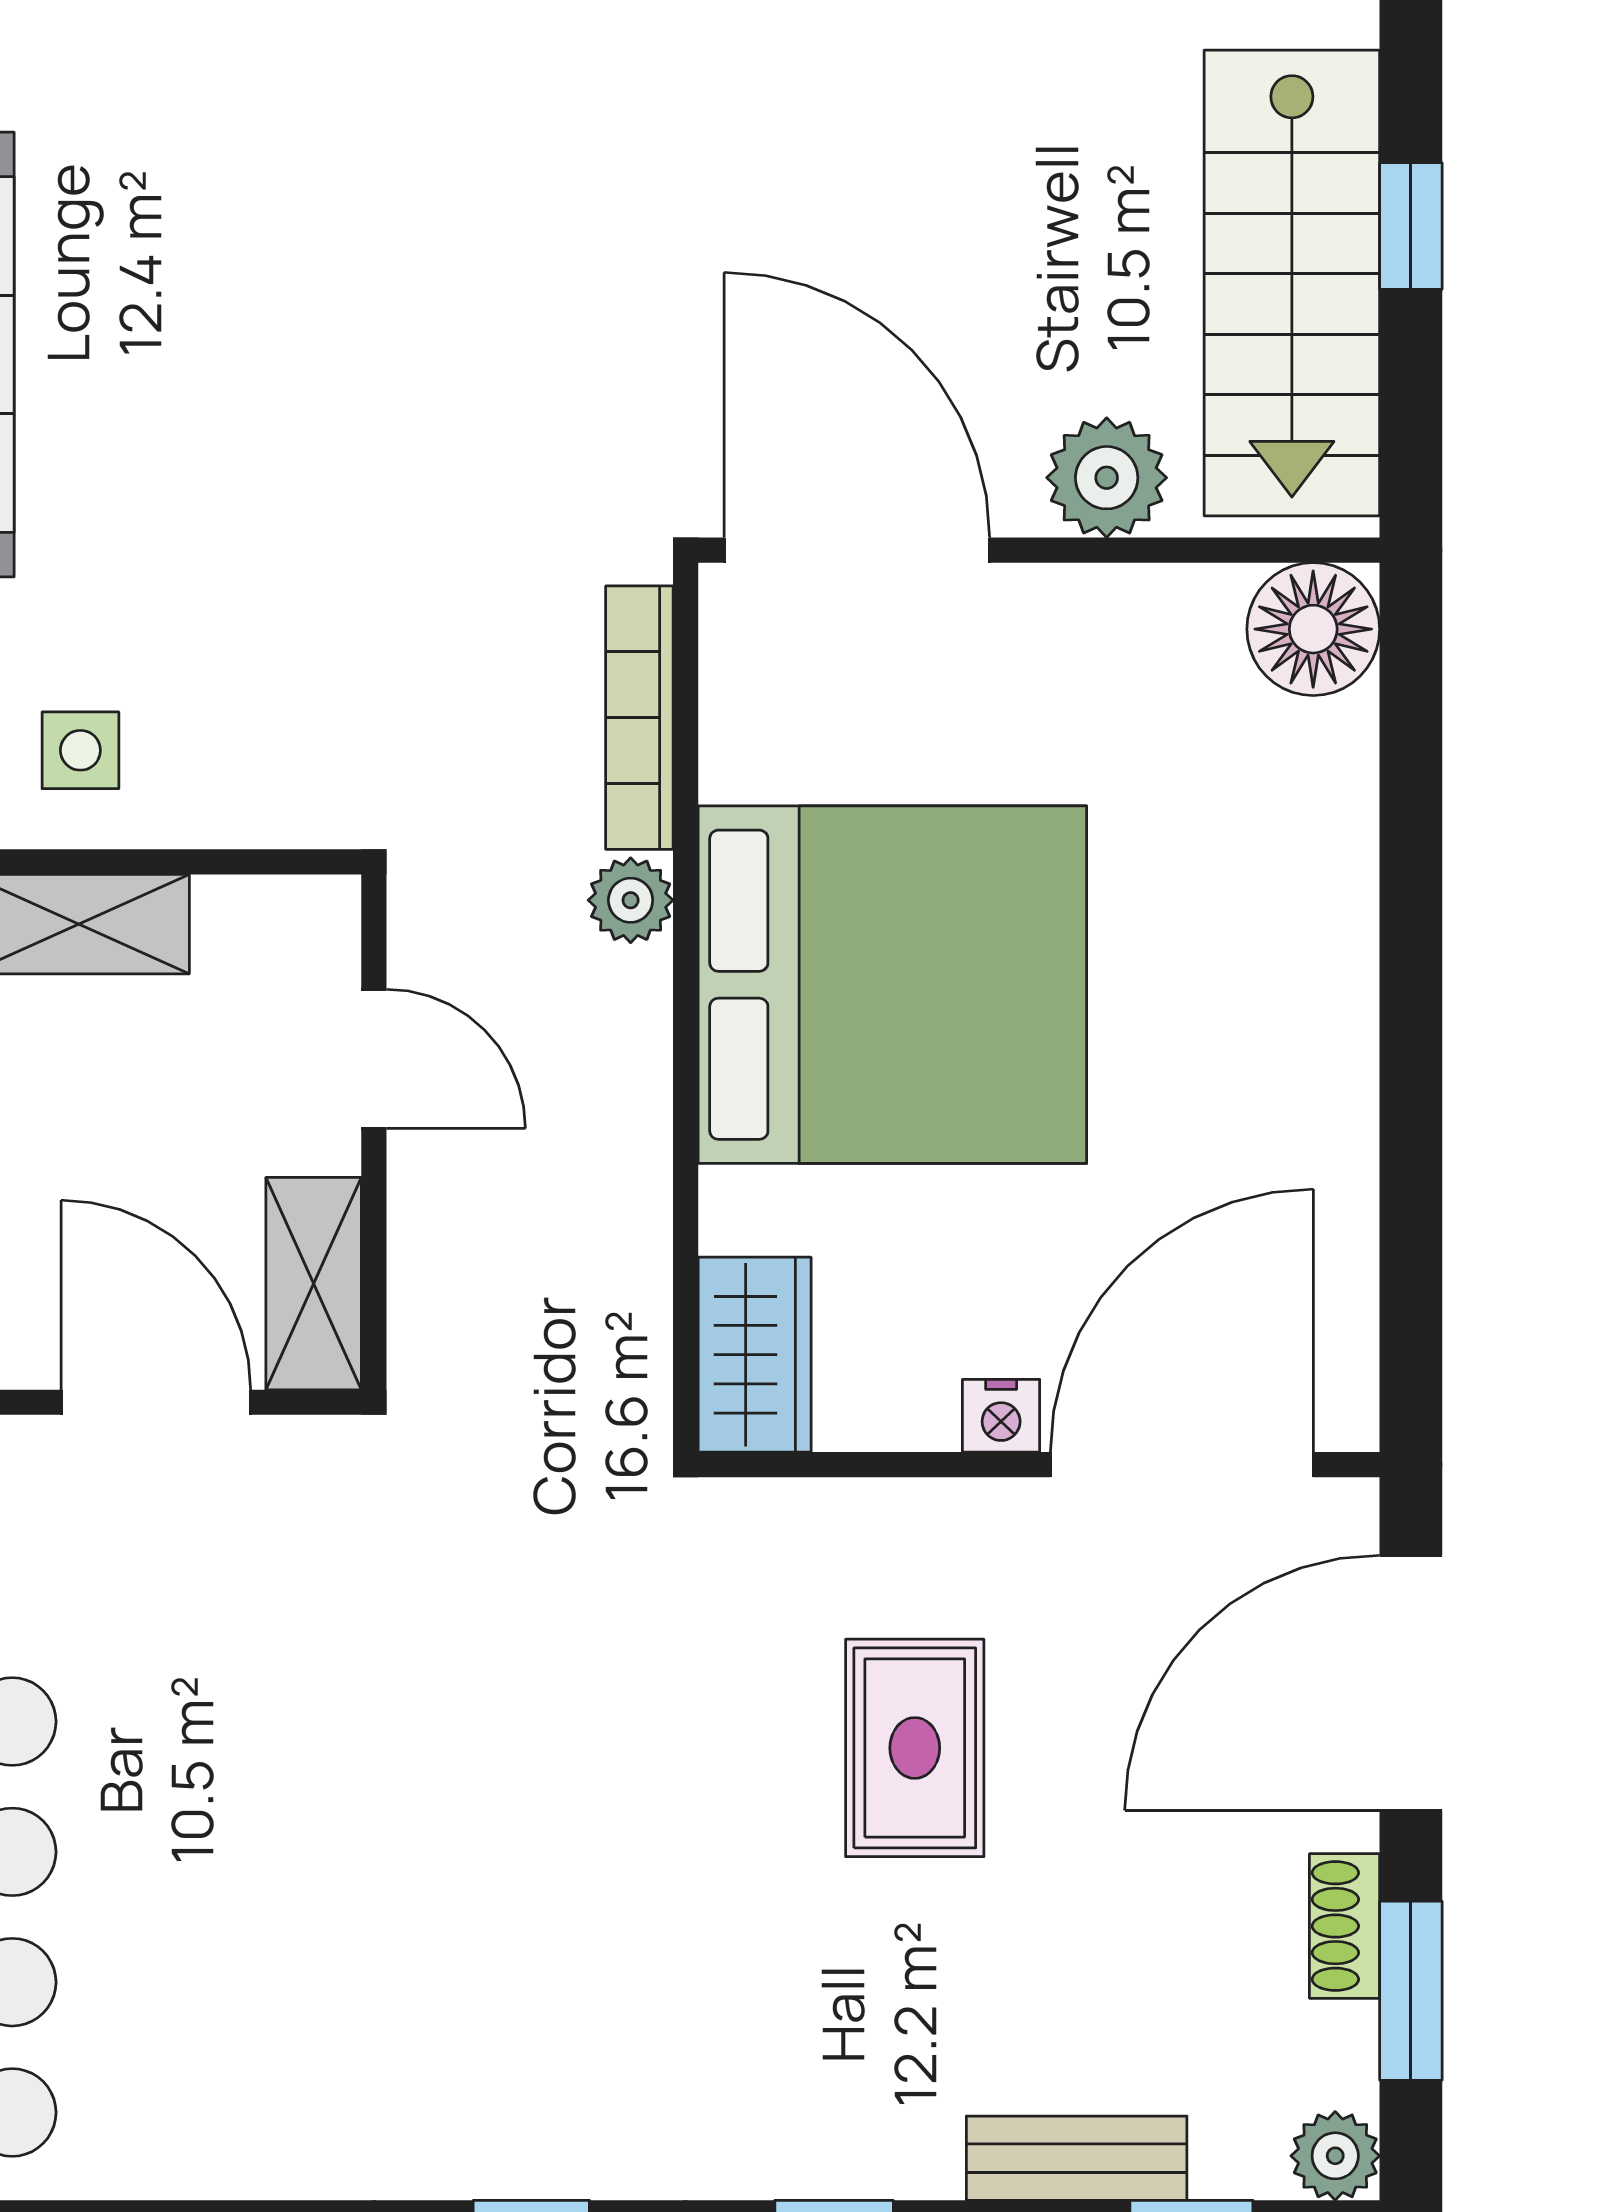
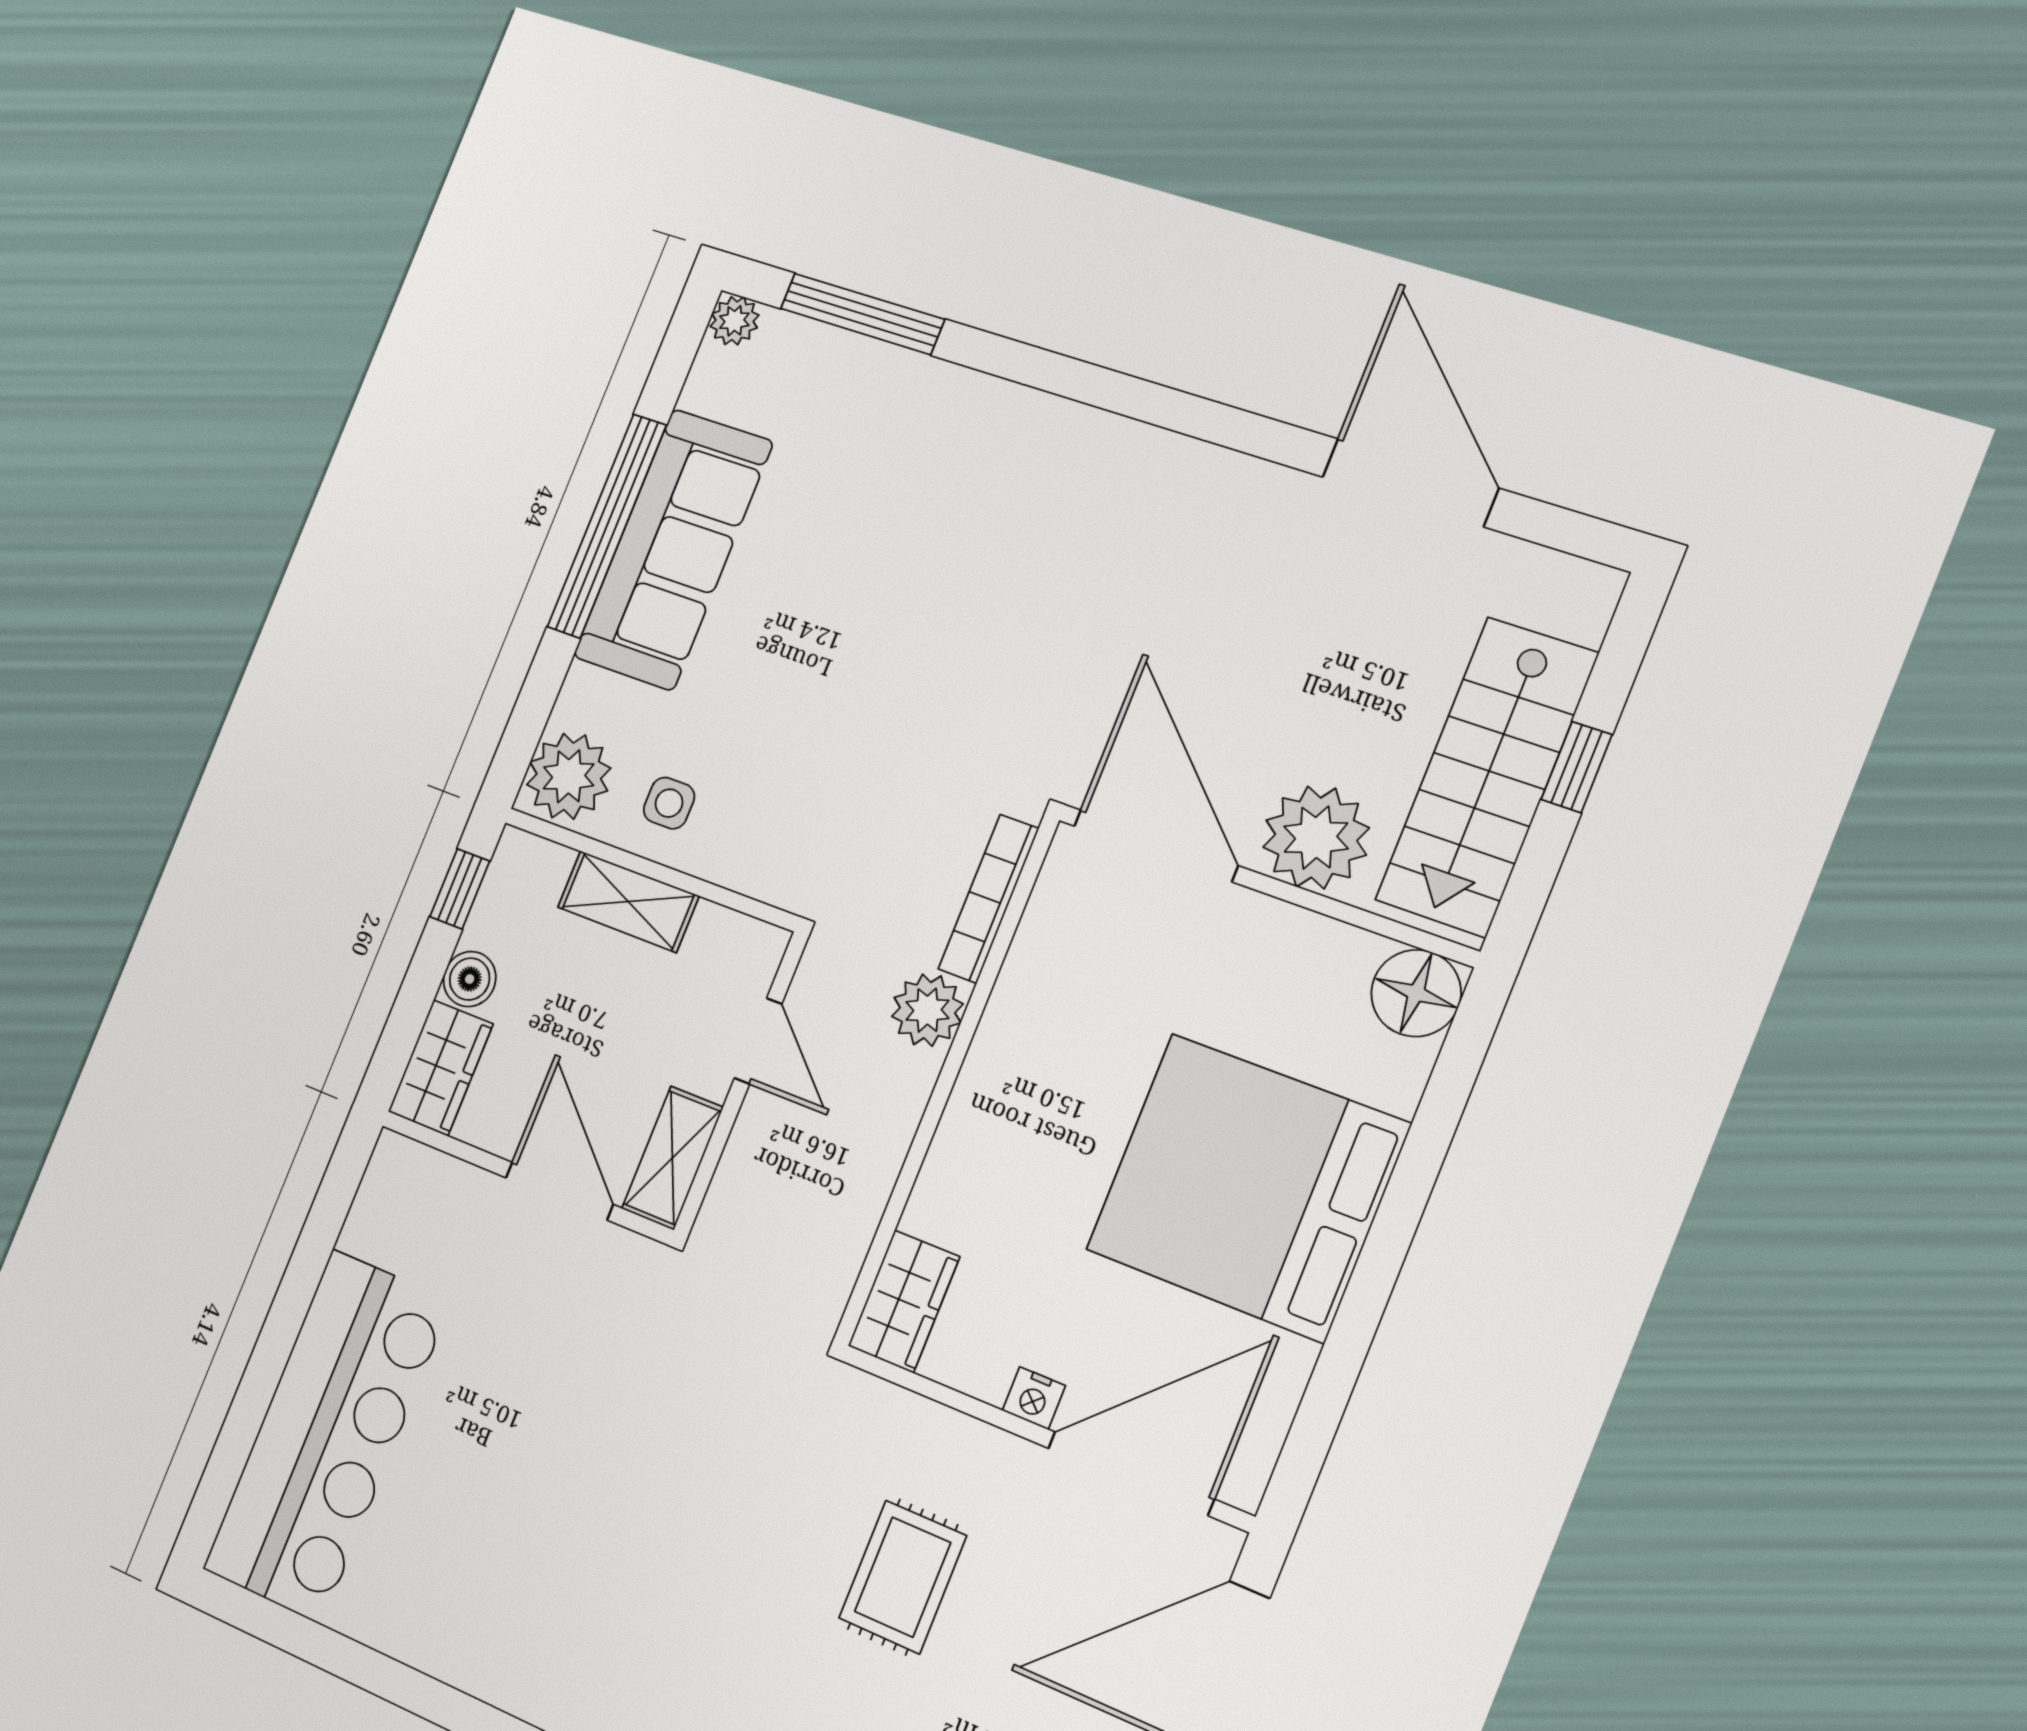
plant: (1107, 478) -> (1316, 838), width x1.36, depth x1.36
plant: (631, 900) -> (927, 1010), width x1.38, depth x1.38
bed: (892, 985) -> (1247, 1187), moved, turned 180

